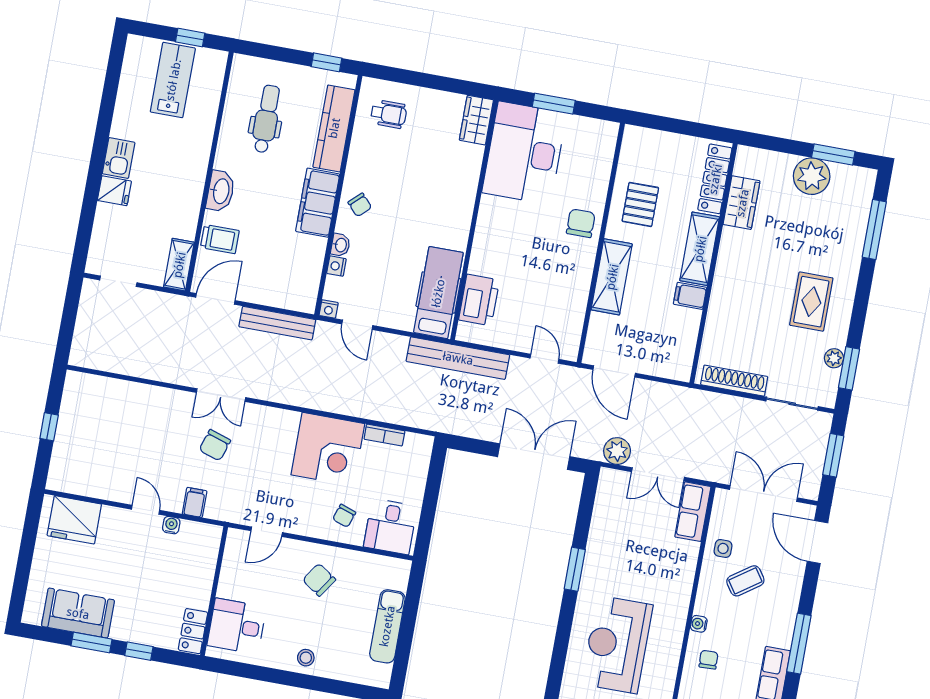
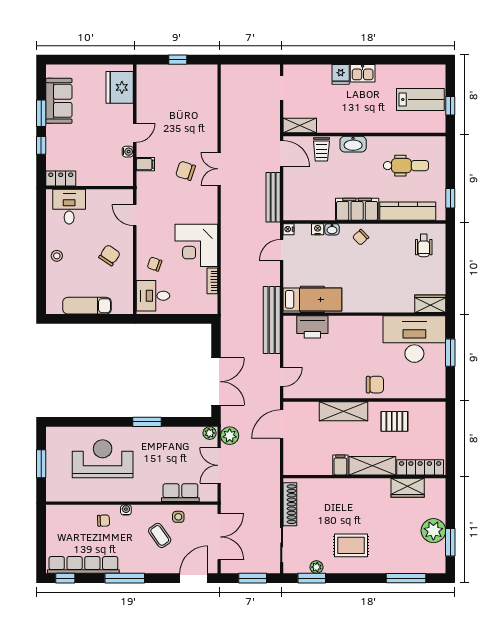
plant: (608, 480) -> (210, 433), added
row of seats: (693, 512) -> (180, 493), moved

